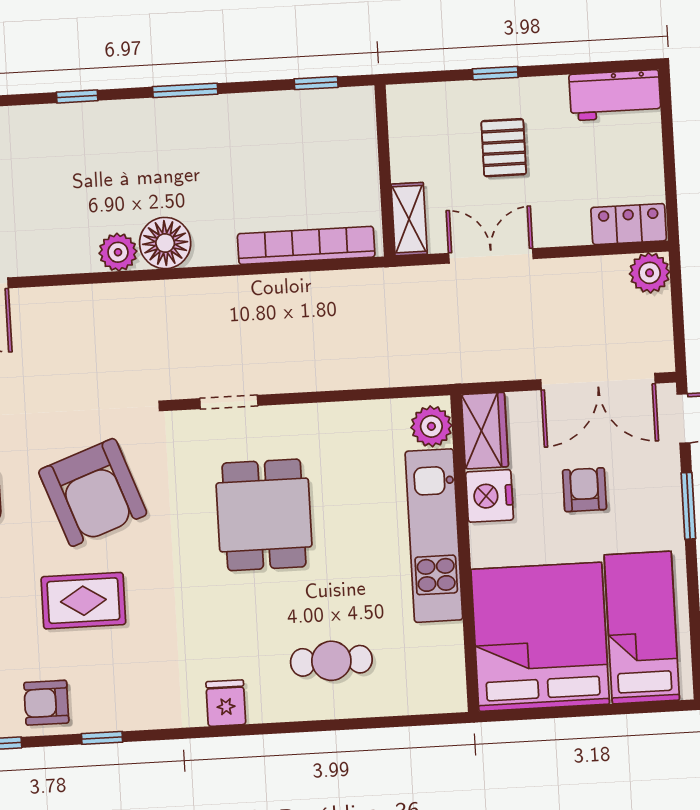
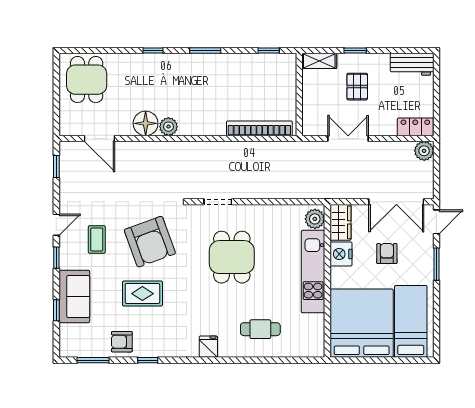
shelving: (409, 219) -> (319, 61), moved, turned 90
floor lamp: (165, 243) -> (146, 123), moved

